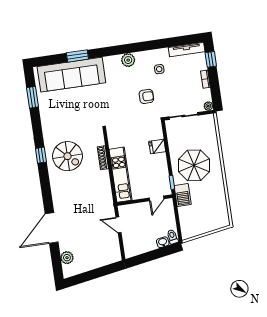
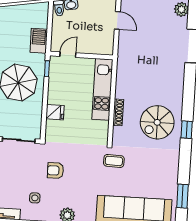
coffee table: (98, 115) -> (114, 161), added
spiral stairs: (67, 156) -> (157, 122), turned -90
barbecue: (183, 195) -> (39, 41), moved
door: (118, 225) -> (117, 20), moved

